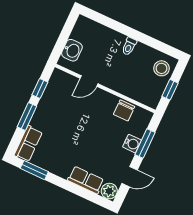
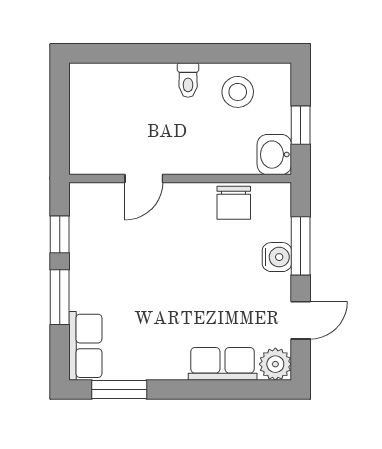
washbasin: (72, 50) -> (274, 155), moved, turned 180
stool: (162, 68) -> (238, 92), moved

